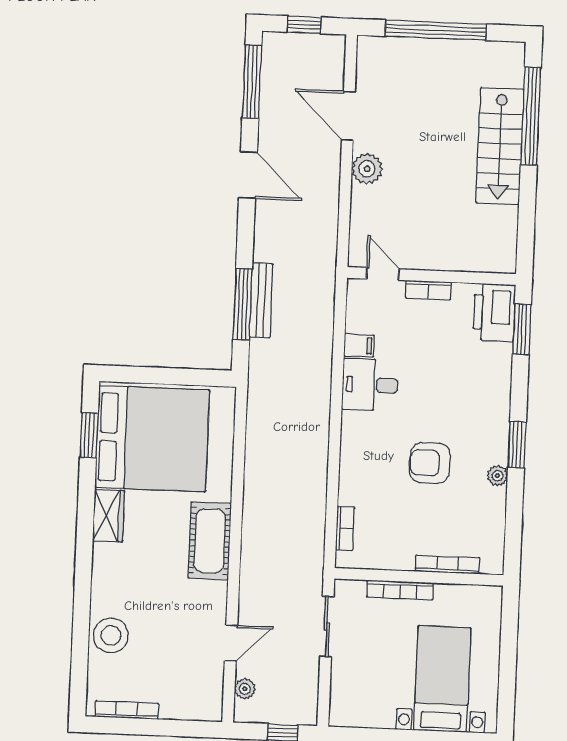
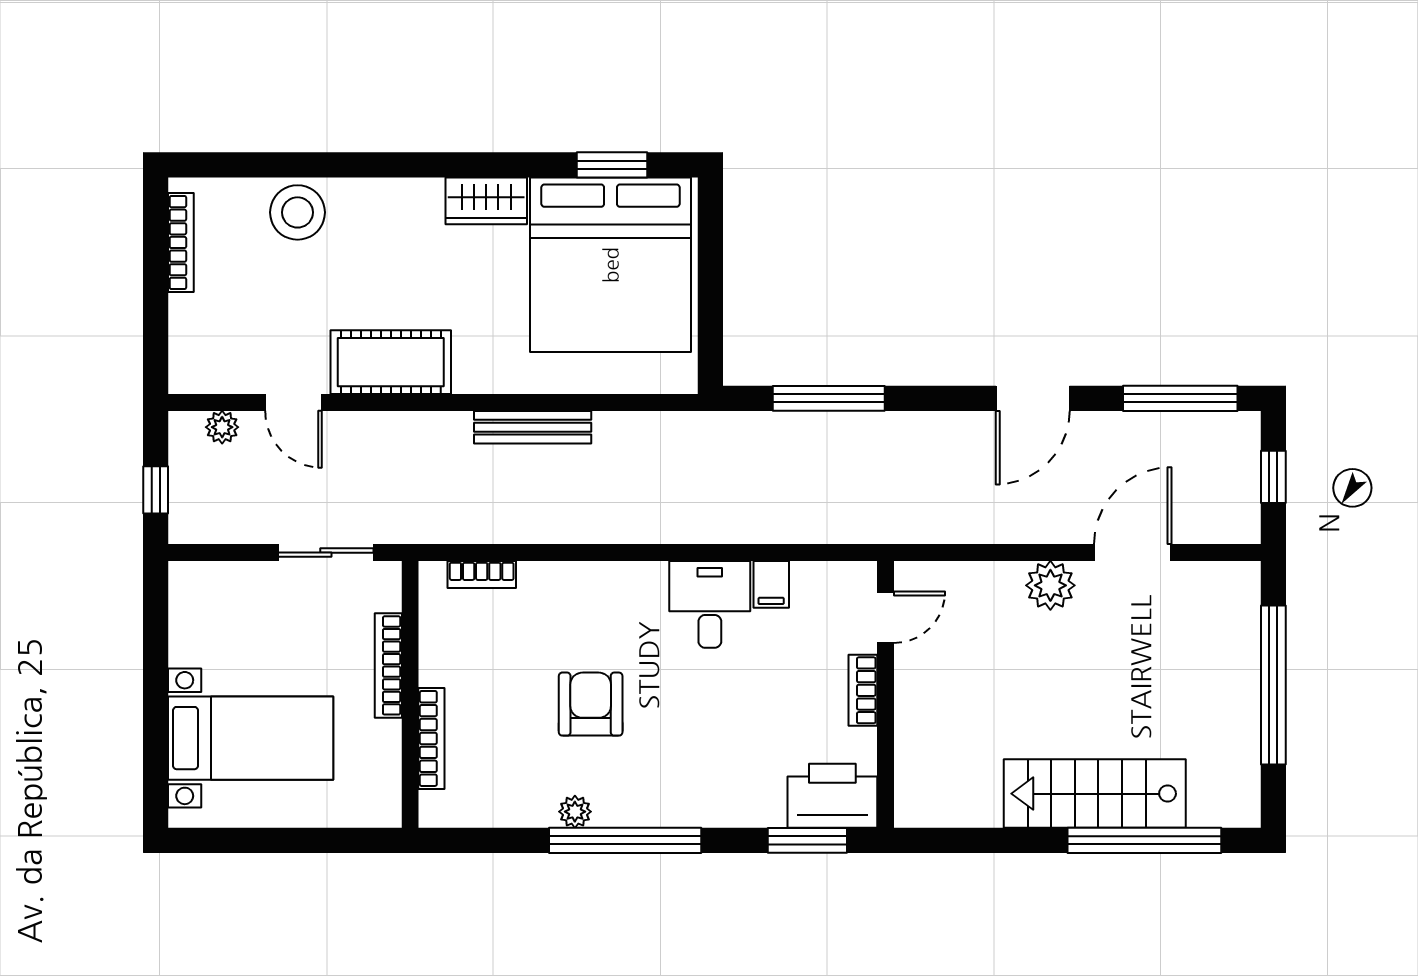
bench: (261, 300) -> (533, 427), moved
window: (517, 445) -> (625, 840), width x2.11
cot: (210, 541) -> (391, 362), moved

